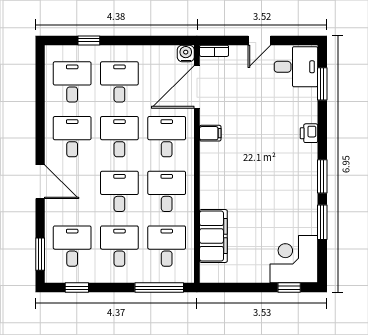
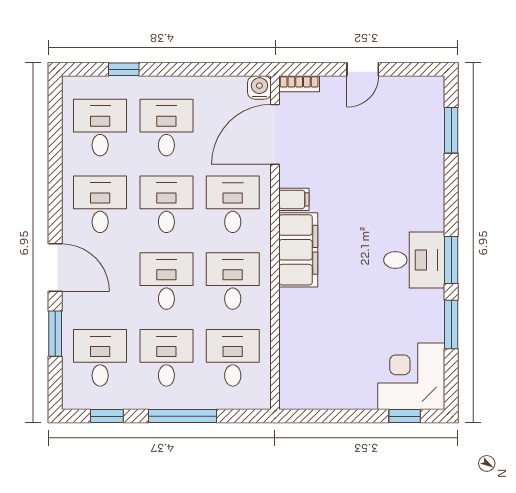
desk: (296, 67) -> (414, 260), moved
printer: (309, 133) -> (432, 199), removed
filing cabinet: (213, 236) -> (298, 250), moved
window: (40, 254) -> (55, 334), moved
window: (159, 288) -> (183, 416), moved

